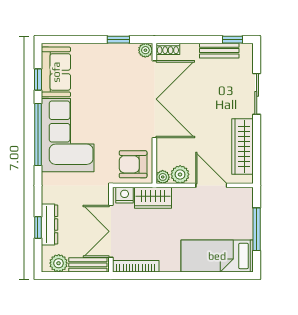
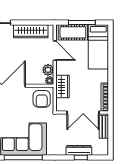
door: (211, 185) -> (55, 51), swing flipped
nightstand: (125, 195) -> (61, 104), removed
cot: (241, 215) -> (73, 32), added
plant: (59, 263) -> (103, 145), removed

